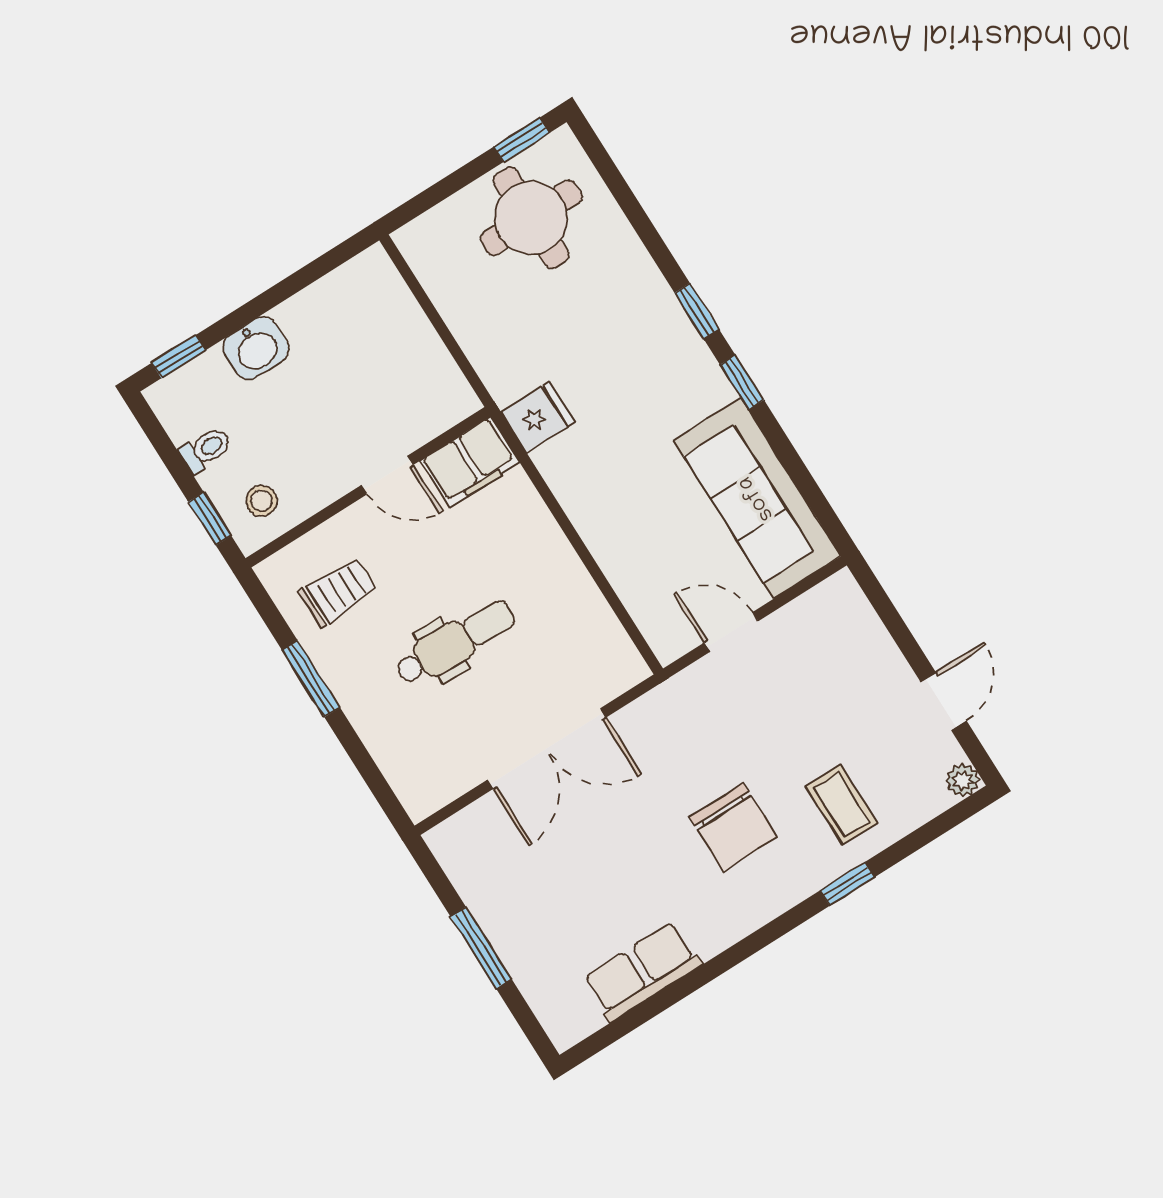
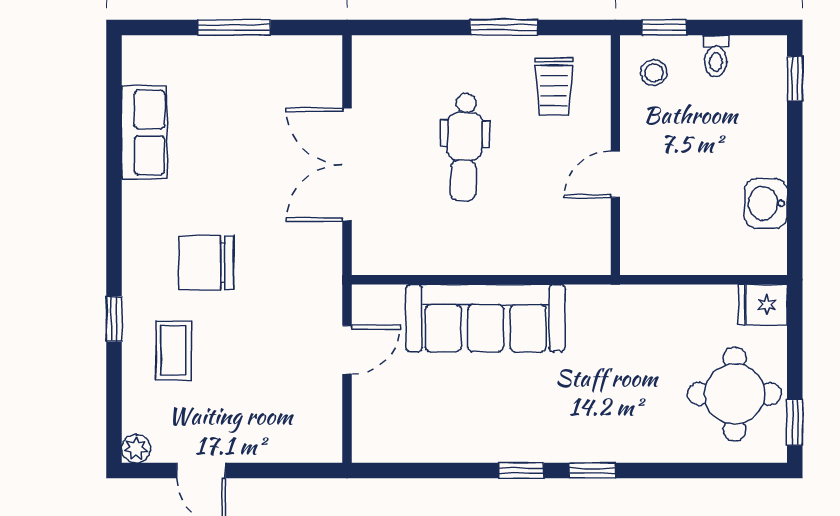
washbasin: (256, 348) -> (766, 203), moved
fridge: (538, 417) -> (763, 305), moved, turned 90
filing cabinet: (470, 462) -> (587, 240), removed
sofa: (757, 498) -> (486, 318), moved, turned 180
coffee table: (841, 805) -> (173, 351), turned 90

